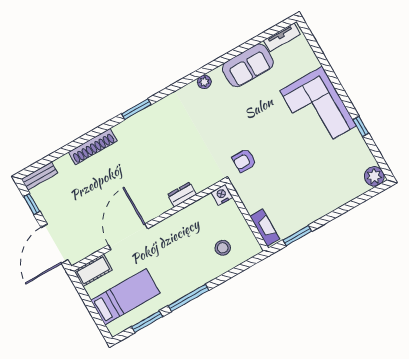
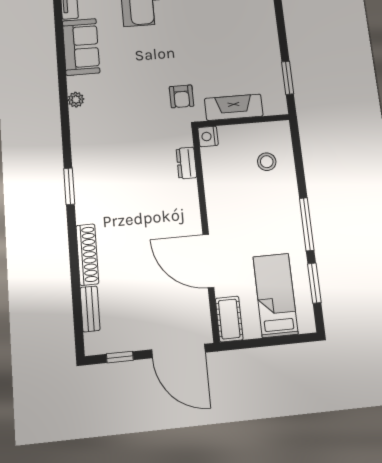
bench: (39, 176) -> (90, 309), moved
dresser: (182, 195) -> (186, 163), moved
fireplace: (265, 228) -> (234, 107), moved, width x1.37, depth x1.32

